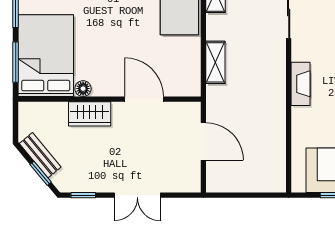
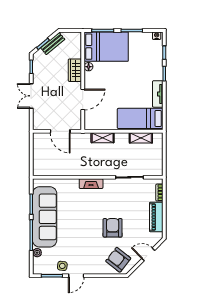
door: (203, 141) -> (60, 131), hinge flipped

